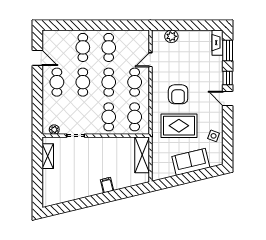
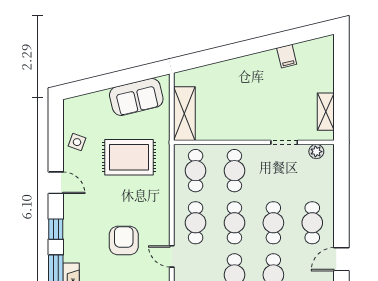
door: (37, 58) -> (341, 259), hinge flipped
door: (150, 60) -> (172, 256), swing flipped
armchair: (178, 94) -> (124, 241), moved
door: (228, 99) -> (56, 183), moved
sofa: (191, 162) -> (136, 97), moved
filing cabinet: (107, 185) -> (287, 56), moved

